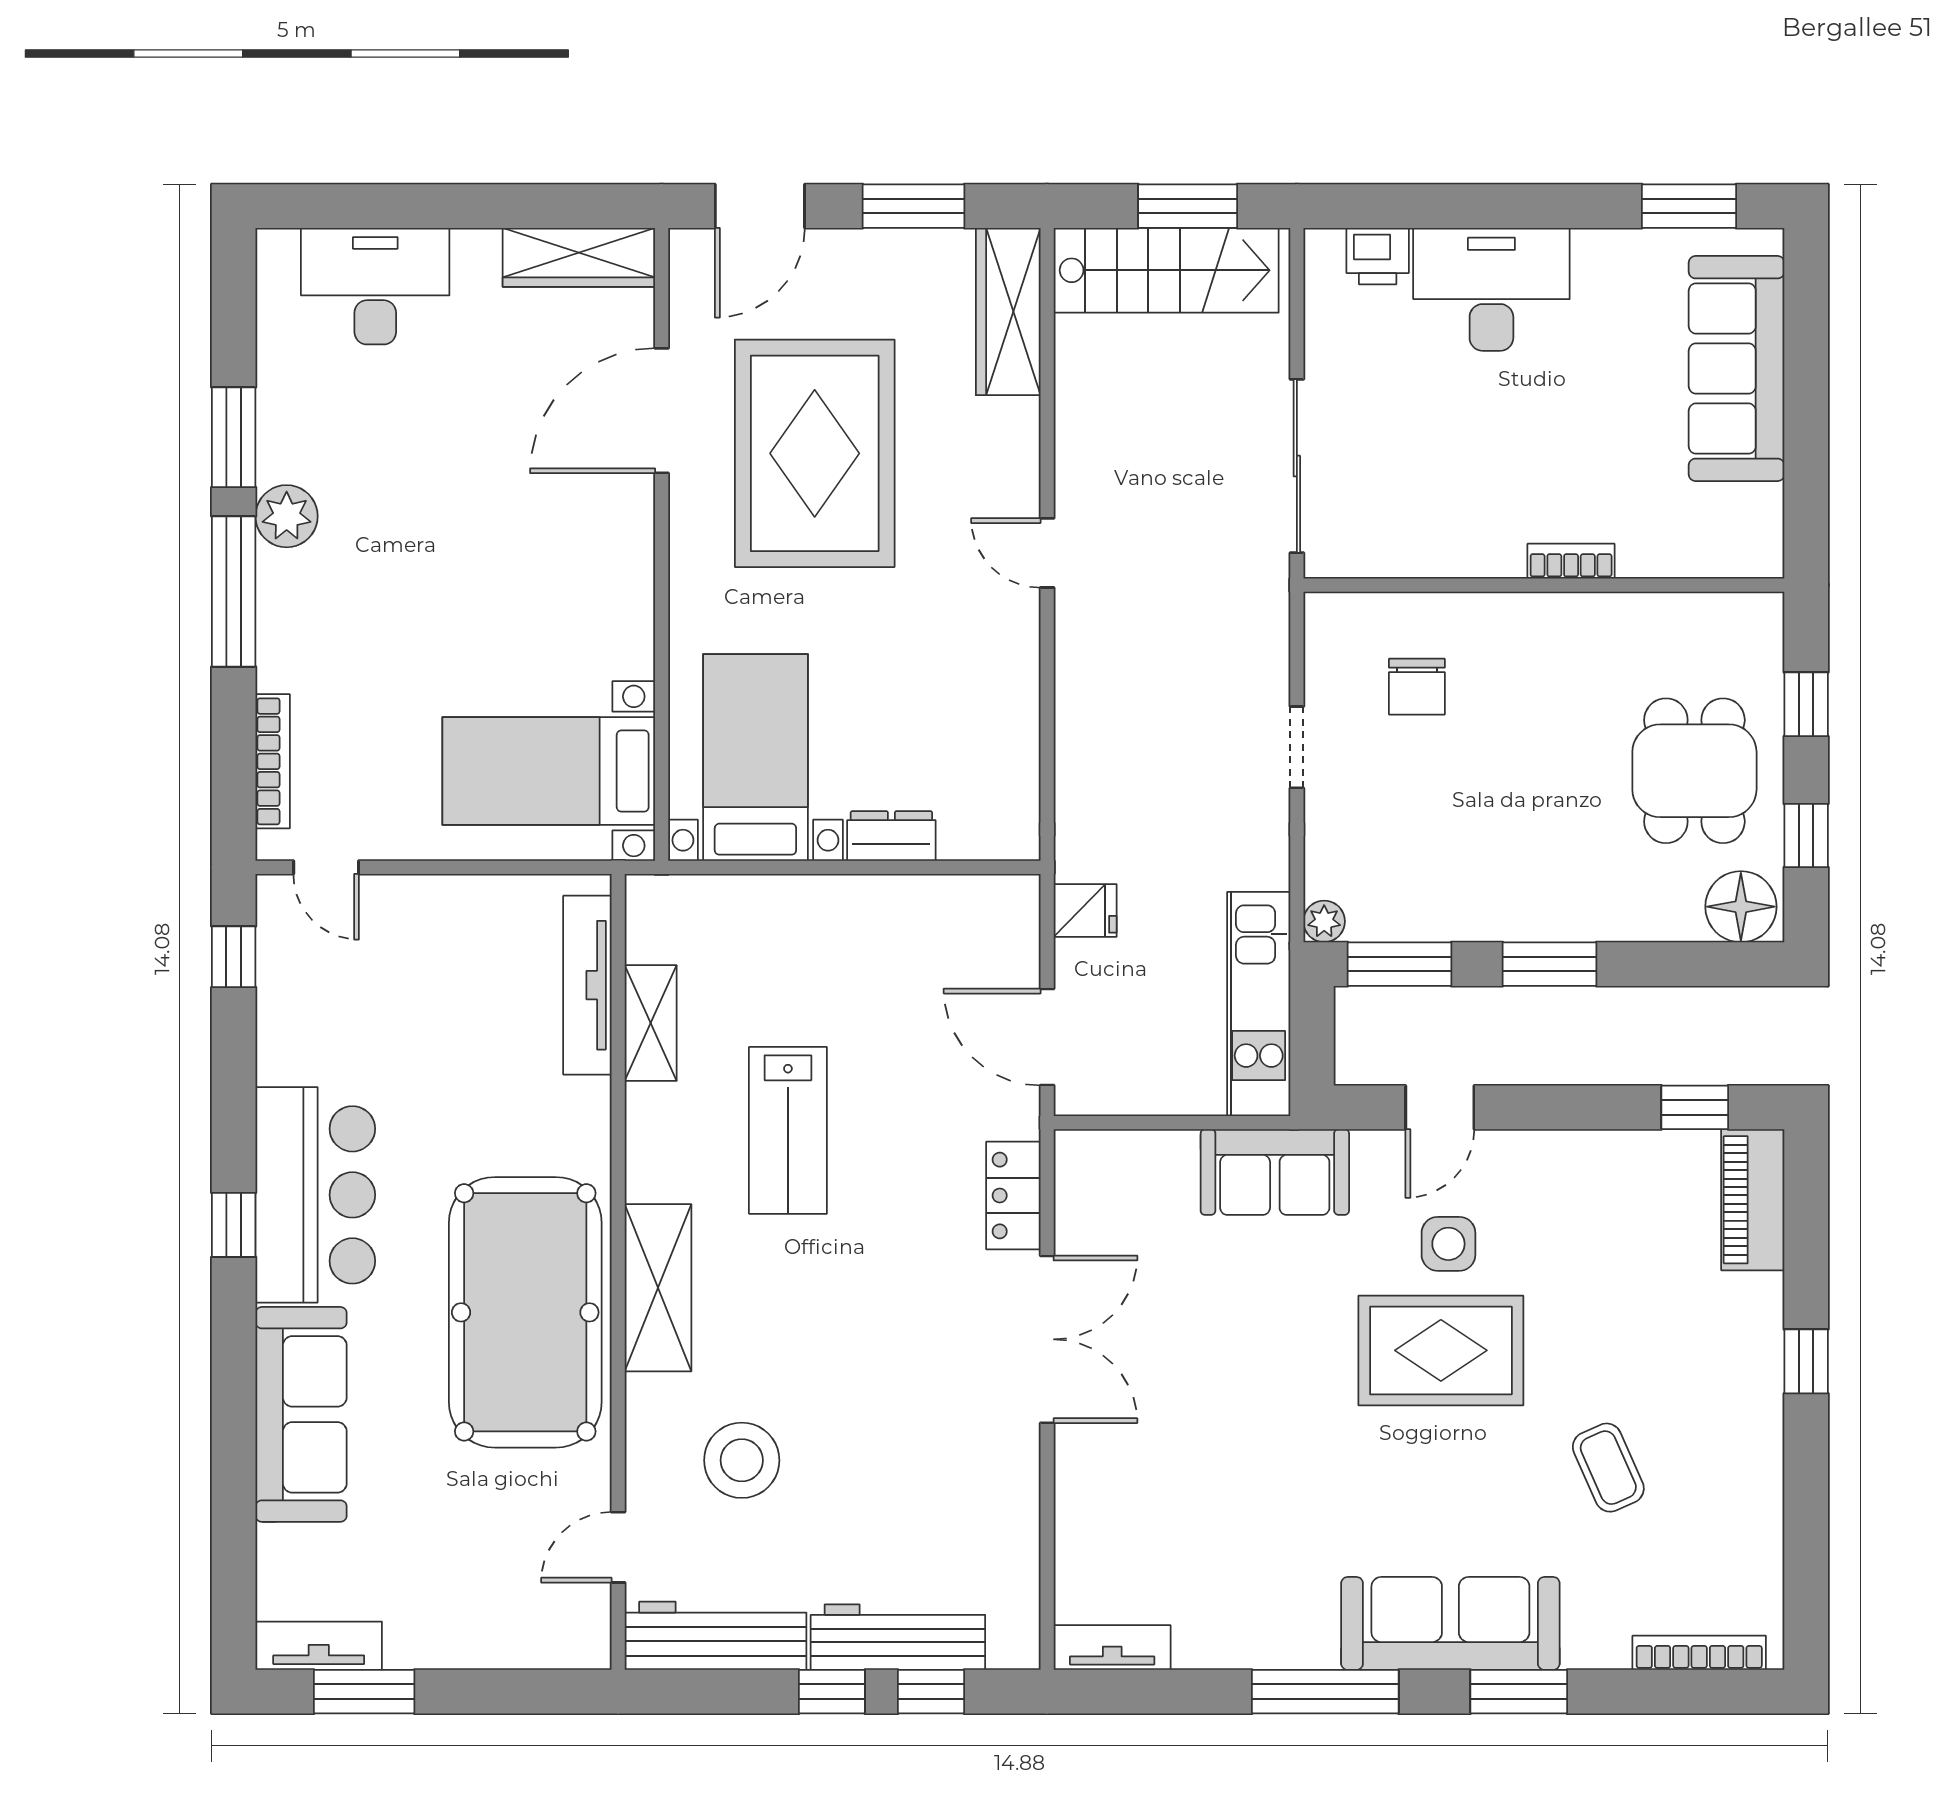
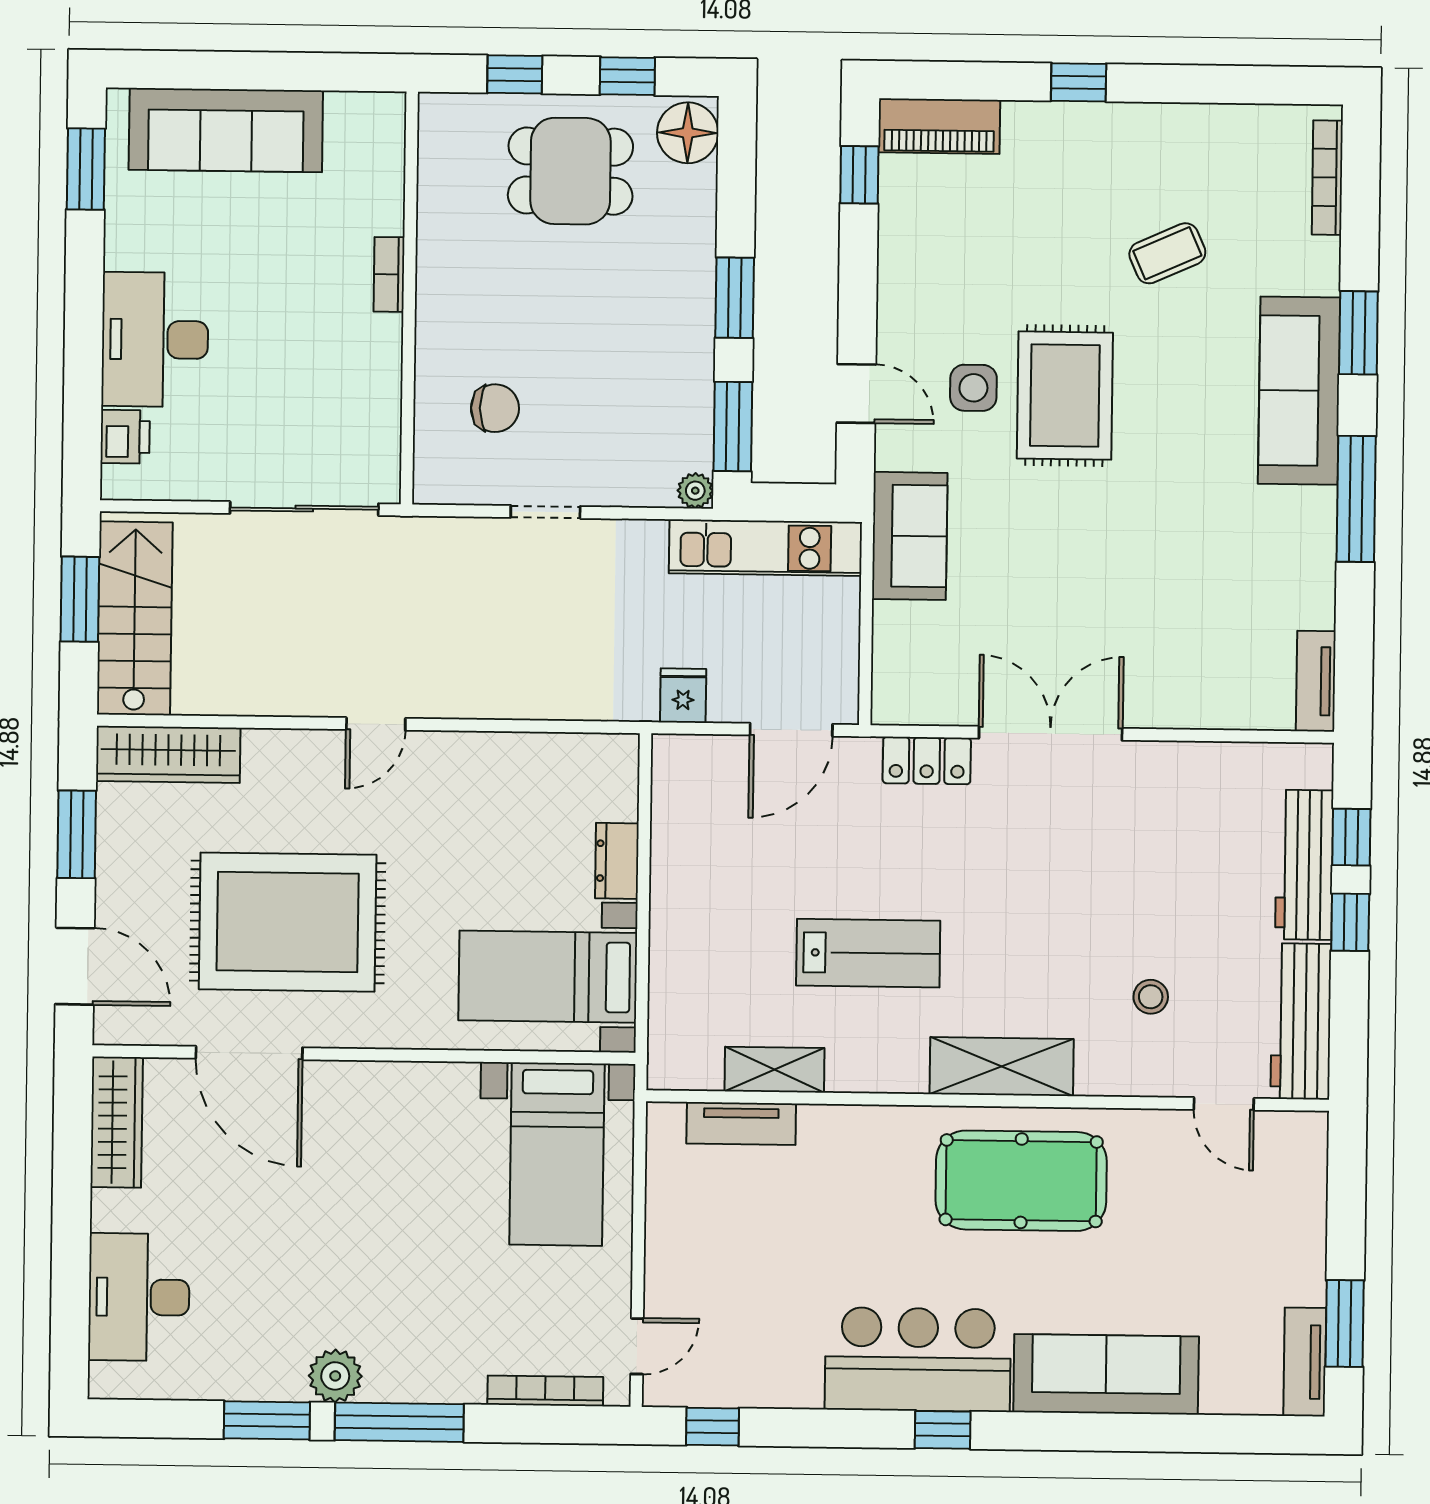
tv unit: (587, 985) -> (741, 1123), width x0.71
pool table: (525, 1312) -> (1021, 1181), width x0.73, depth x0.76
stool: (742, 1460) -> (1151, 997), width x0.53, depth x0.53

